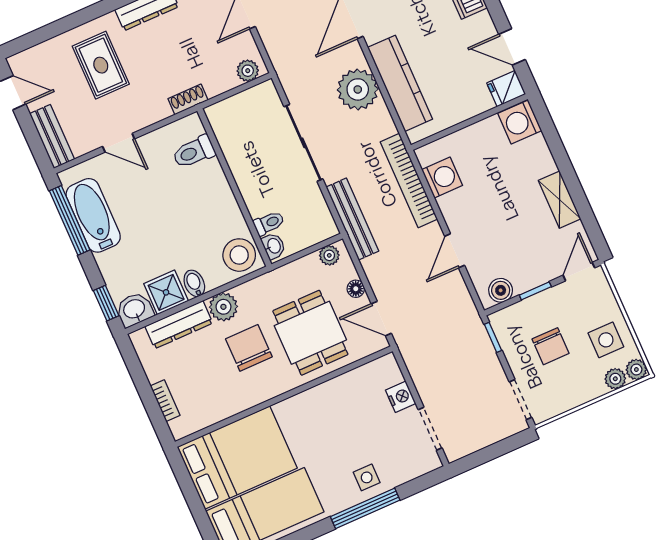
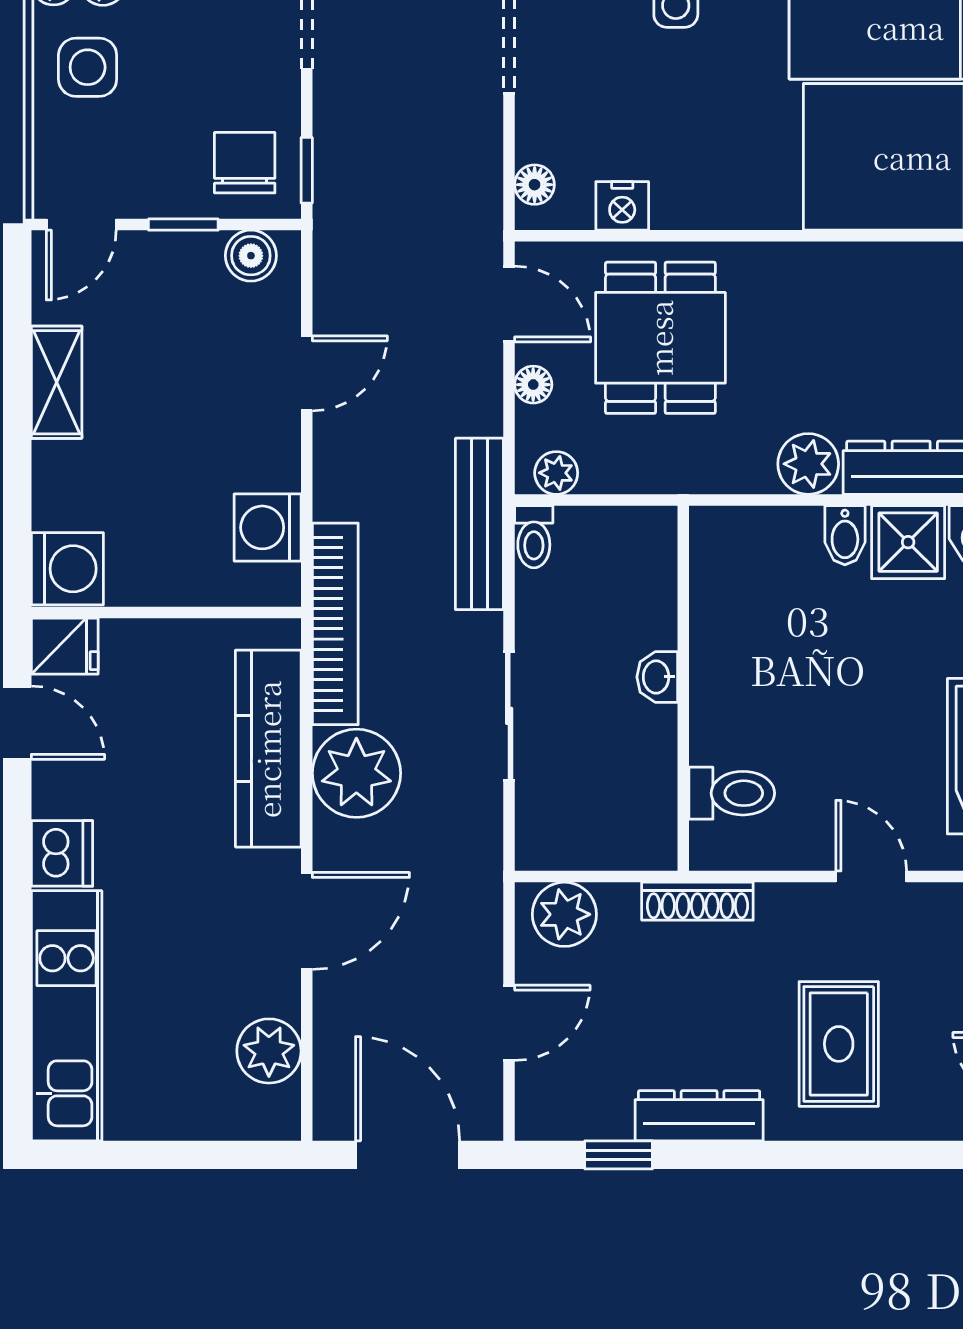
plant: (248, 71) -> (564, 914), width x1.38, depth x1.38
shoe rack: (188, 99) -> (697, 901), width x1.43
sliding door: (303, 143) -> (509, 716), width x0.73
bookcase: (409, 180) -> (335, 624), moved
toilet: (269, 223) -> (534, 537), moved, turned -90
washbasin: (274, 246) -> (657, 677), moved
stool: (239, 255) -> (732, 552), removed
chair: (551, 346) -> (245, 163), moved
chair: (249, 348) -> (794, 362), removed
floor lamp: (393, 374) -> (535, 185), added
nightstand: (401, 397) -> (622, 206), moved, turned -90

